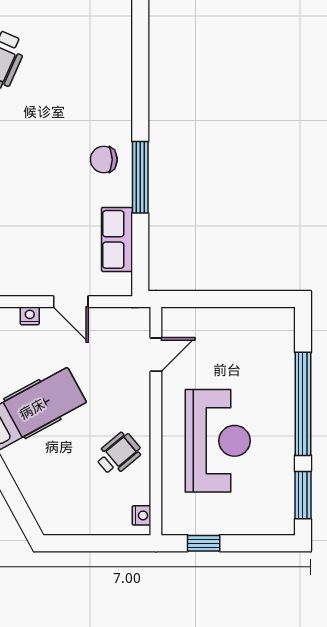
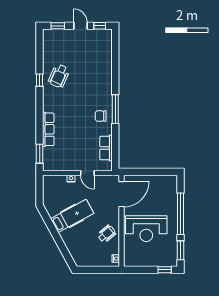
window: (140, 177) -> (115, 109), moved
door: (156, 355) -> (122, 194), width x1.87
reception desk: (218, 441) -> (146, 229), turned 90
window: (204, 543) -> (165, 270), moved

